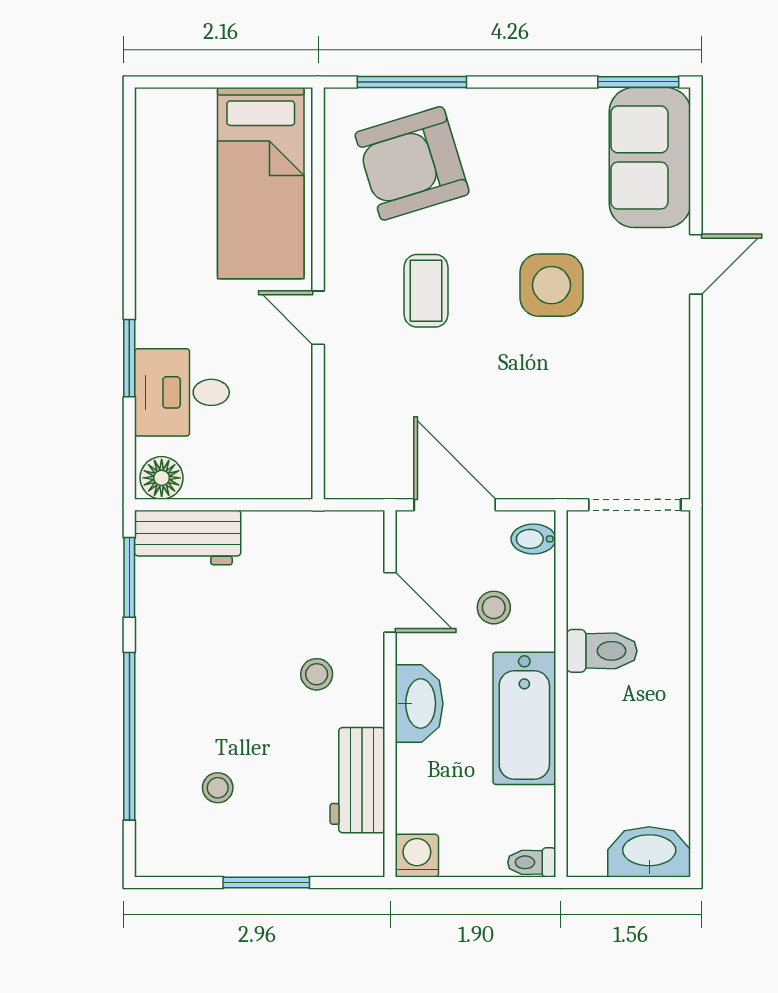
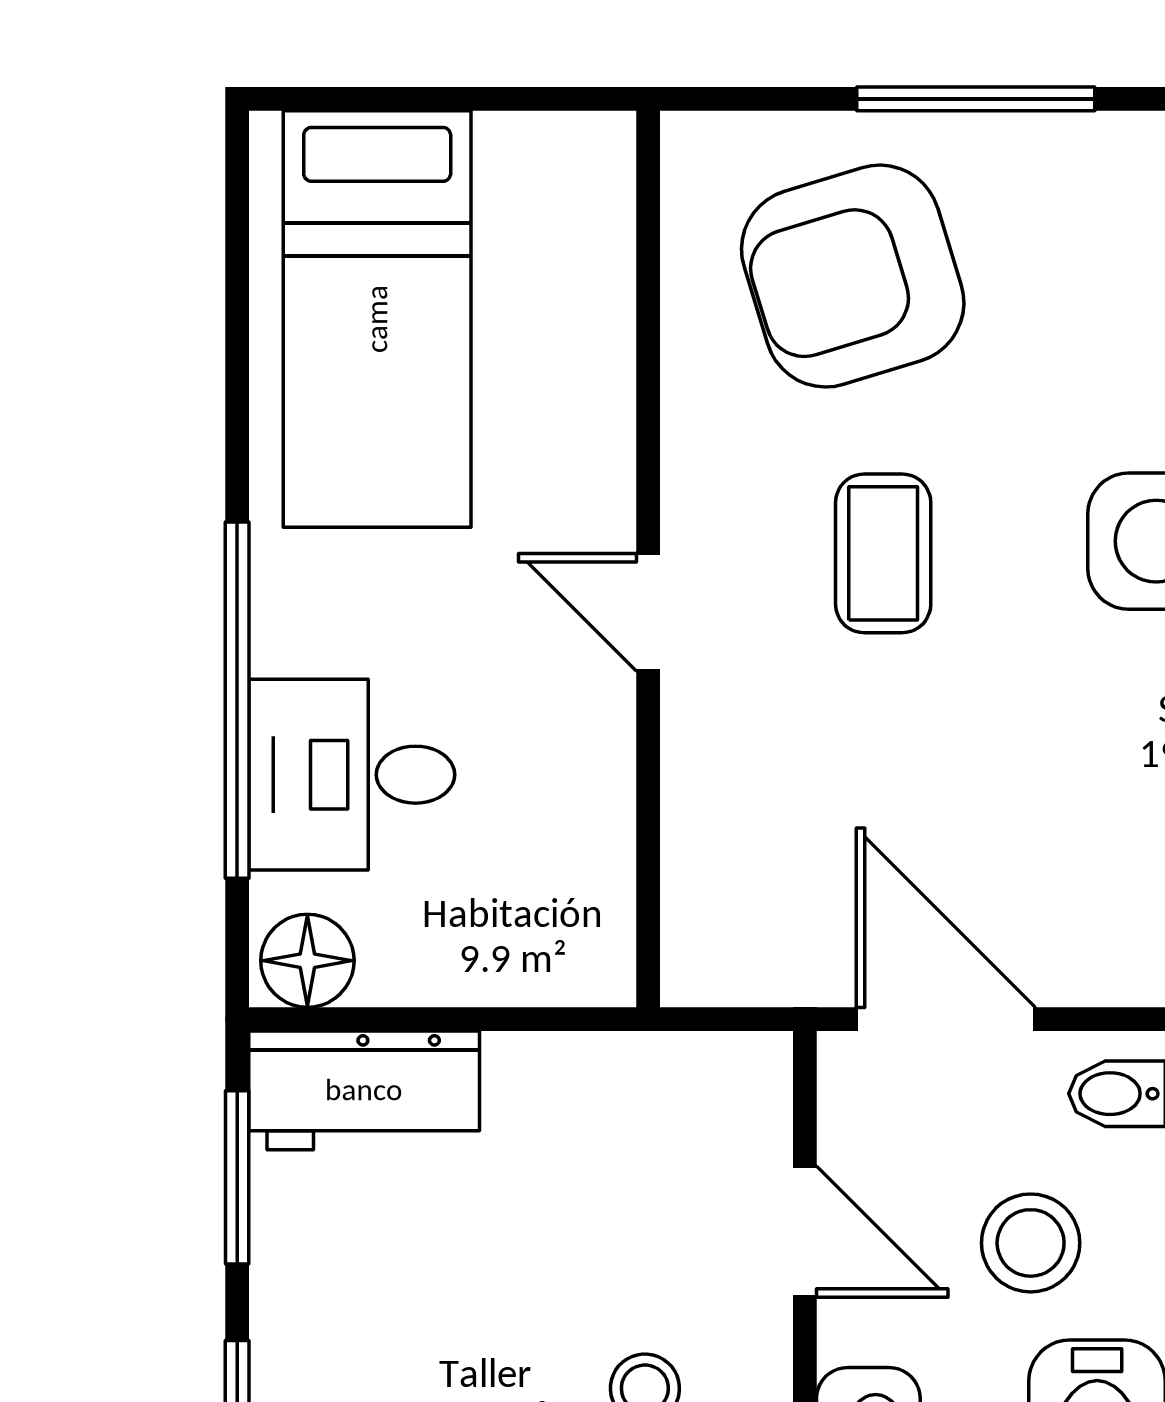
window: (412, 82) -> (976, 99), moved
bed: (261, 183) -> (377, 319), moved
window: (129, 358) -> (237, 700), width x2.11
stool: (494, 608) -> (1031, 1243), width x1.37, depth x1.37

